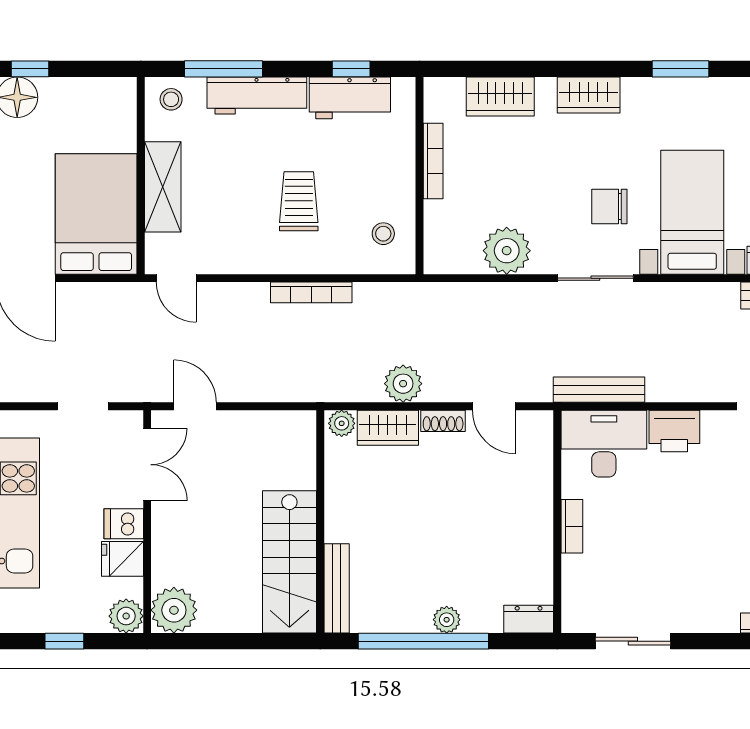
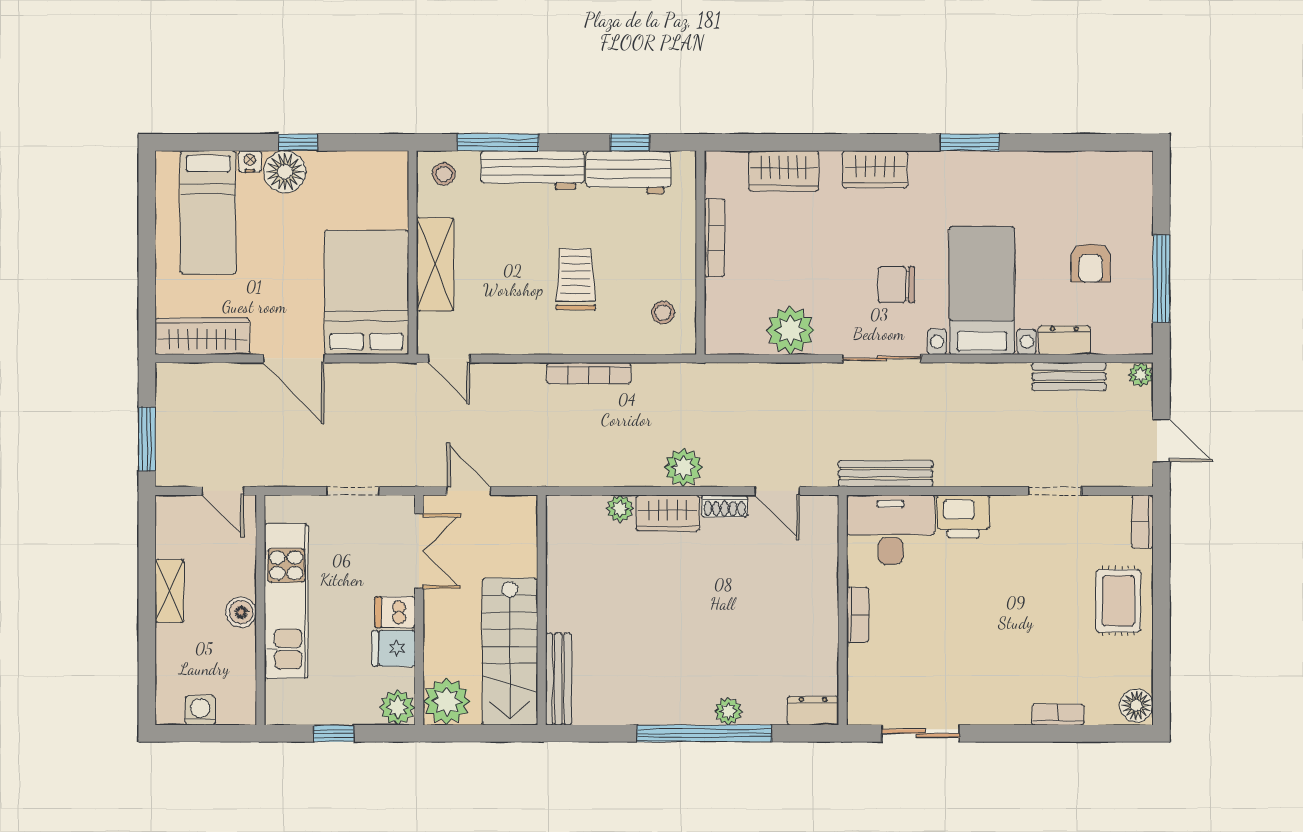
wall: (320, 522) -> (542, 610), moved
stairs: (289, 562) -> (510, 652), moved
bench: (337, 588) -> (558, 679), moved

